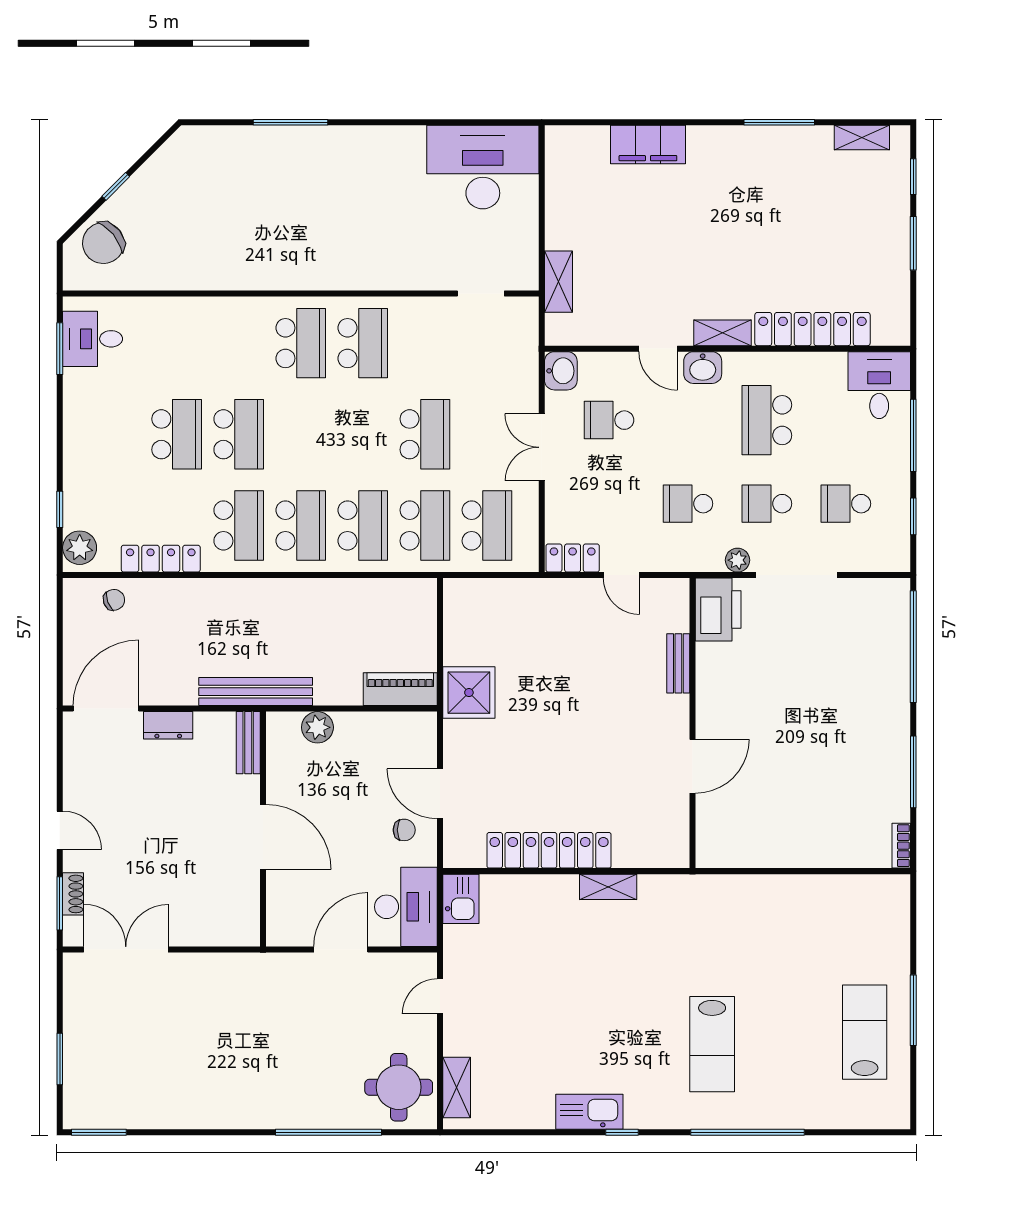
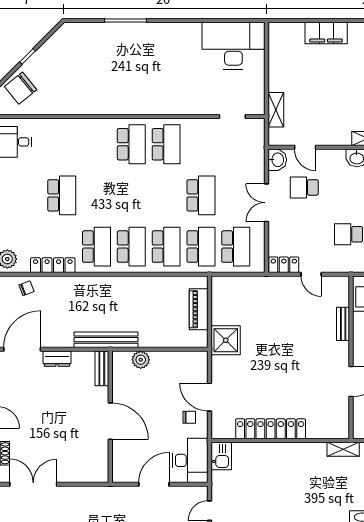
door: (658, 349) -> (305, 147), moved
school desk: (239, 434) -> (97, 195), removed
piano: (400, 689) -> (199, 309), moved, turned -90
shelving: (608, 887) -> (343, 449), moved

